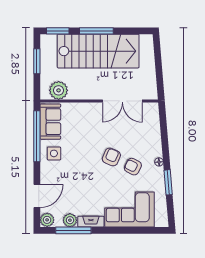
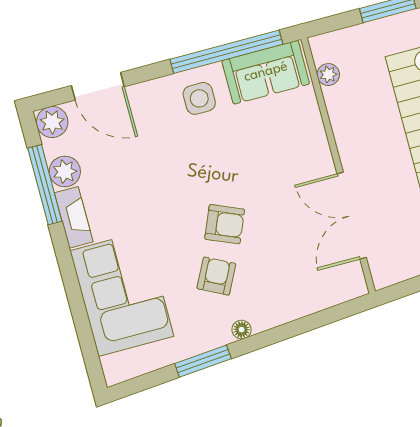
plant: (59, 90) -> (328, 75), width x0.53, depth x0.53

